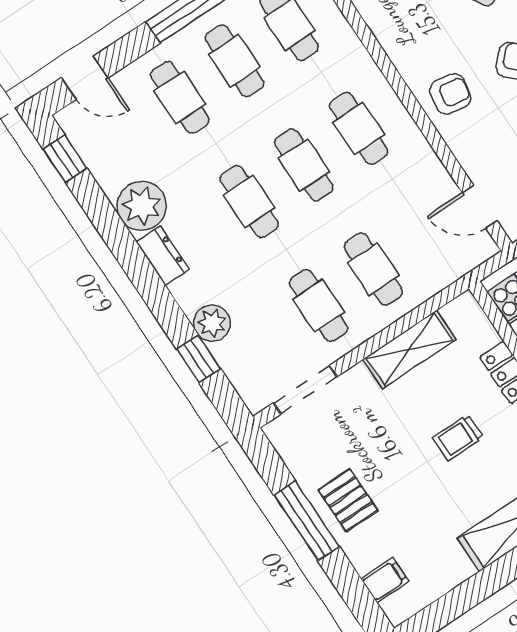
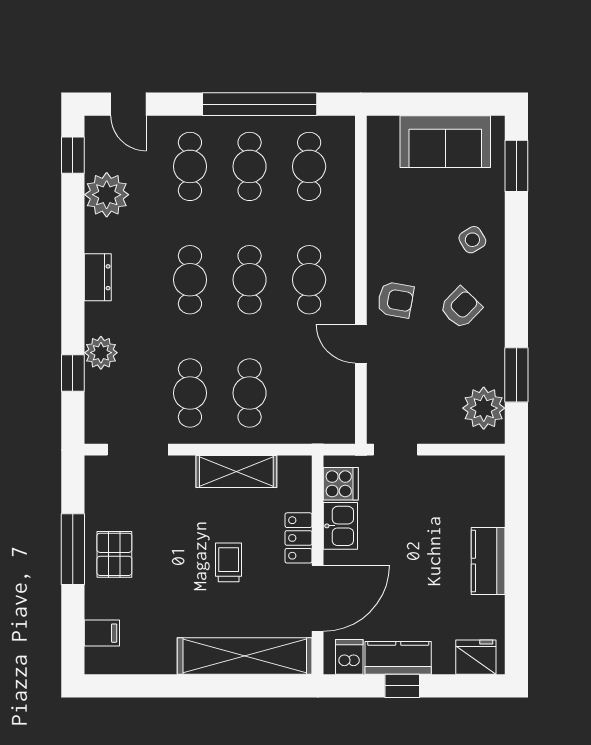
plant: (142, 206) -> (107, 195), moved
door: (480, 207) -> (361, 344), moved
trolley: (458, 438) -> (229, 562), turned 90

